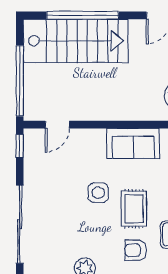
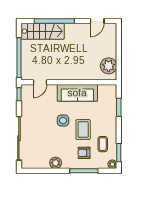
stairs: (76, 41) -> (43, 31), width x0.73, depth x0.66
sofa: (133, 143) -> (77, 93), width x1.36

